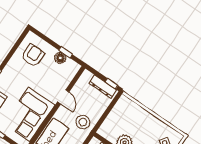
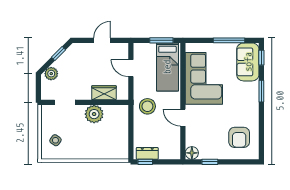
floor lamp: (60, 58) -> (192, 153), moved
dresser: (103, 86) -> (147, 153), width x0.70

